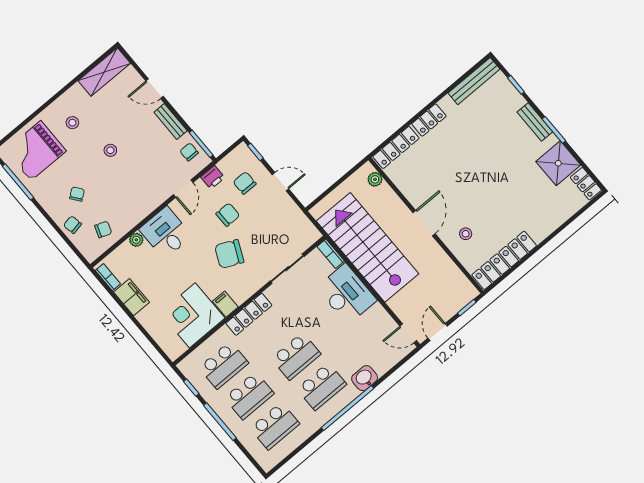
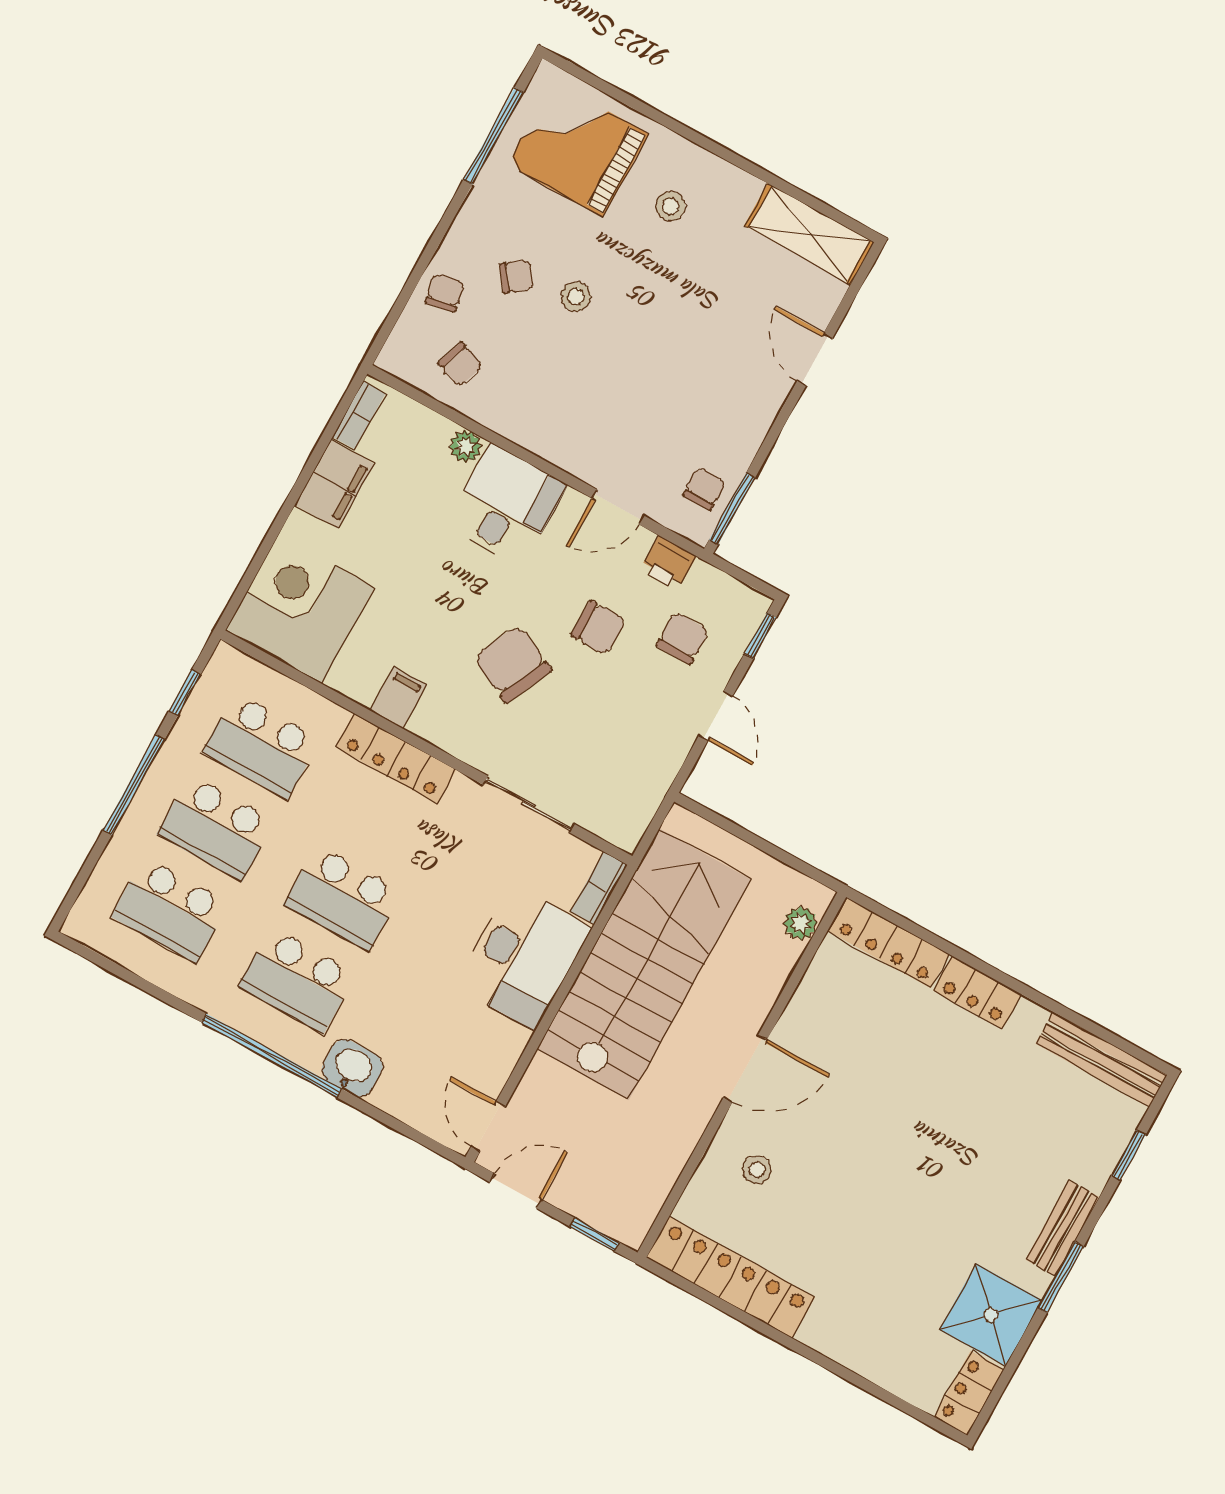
bench: (171, 122) -> (756, 422), removed
stool: (110, 150) -> (576, 297), moved
corner desk: (192, 315) -> (300, 609), moved

